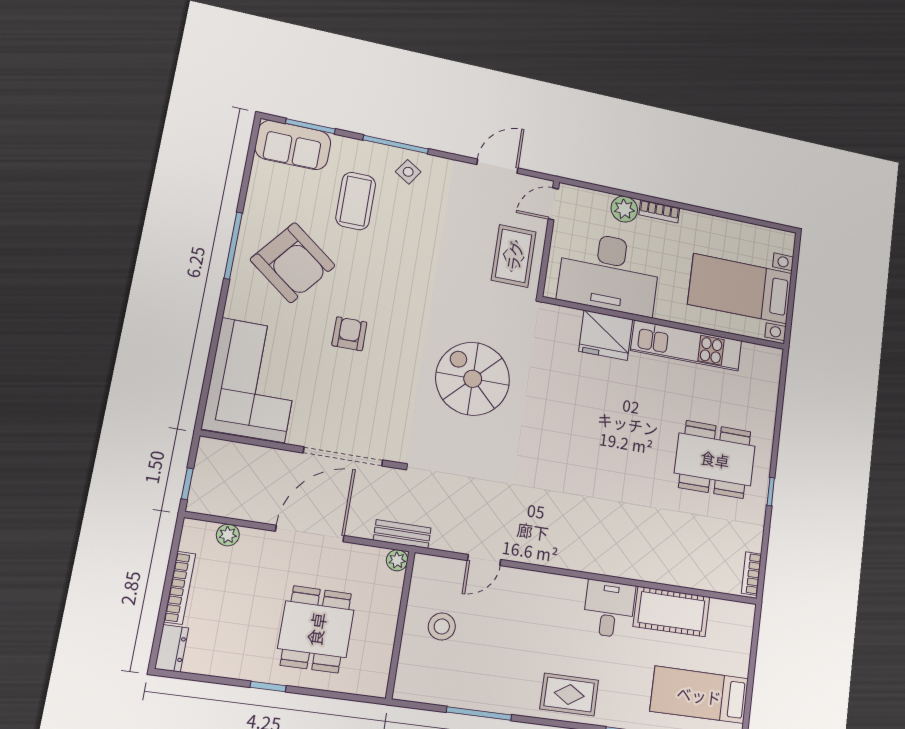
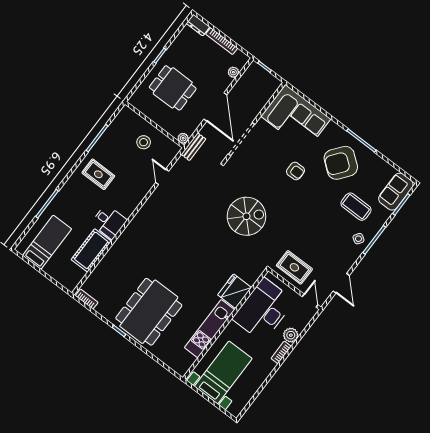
dining table: (715, 459) -> (149, 312), width x1.36, depth x1.24
rug: (569, 694) -> (98, 174), moved, turned 90

